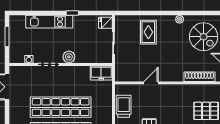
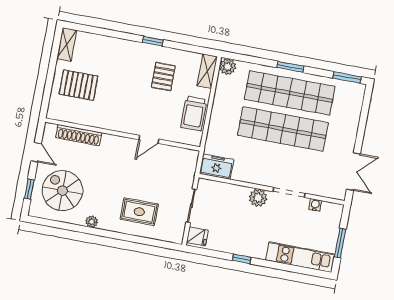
kitchen unit: (49, 22) -> (300, 257), moved
rug: (148, 32) -> (139, 212), turned 90

